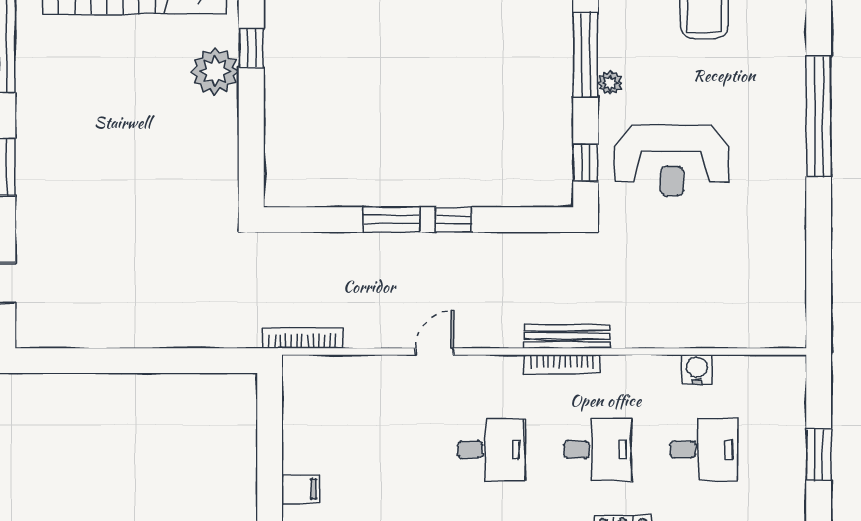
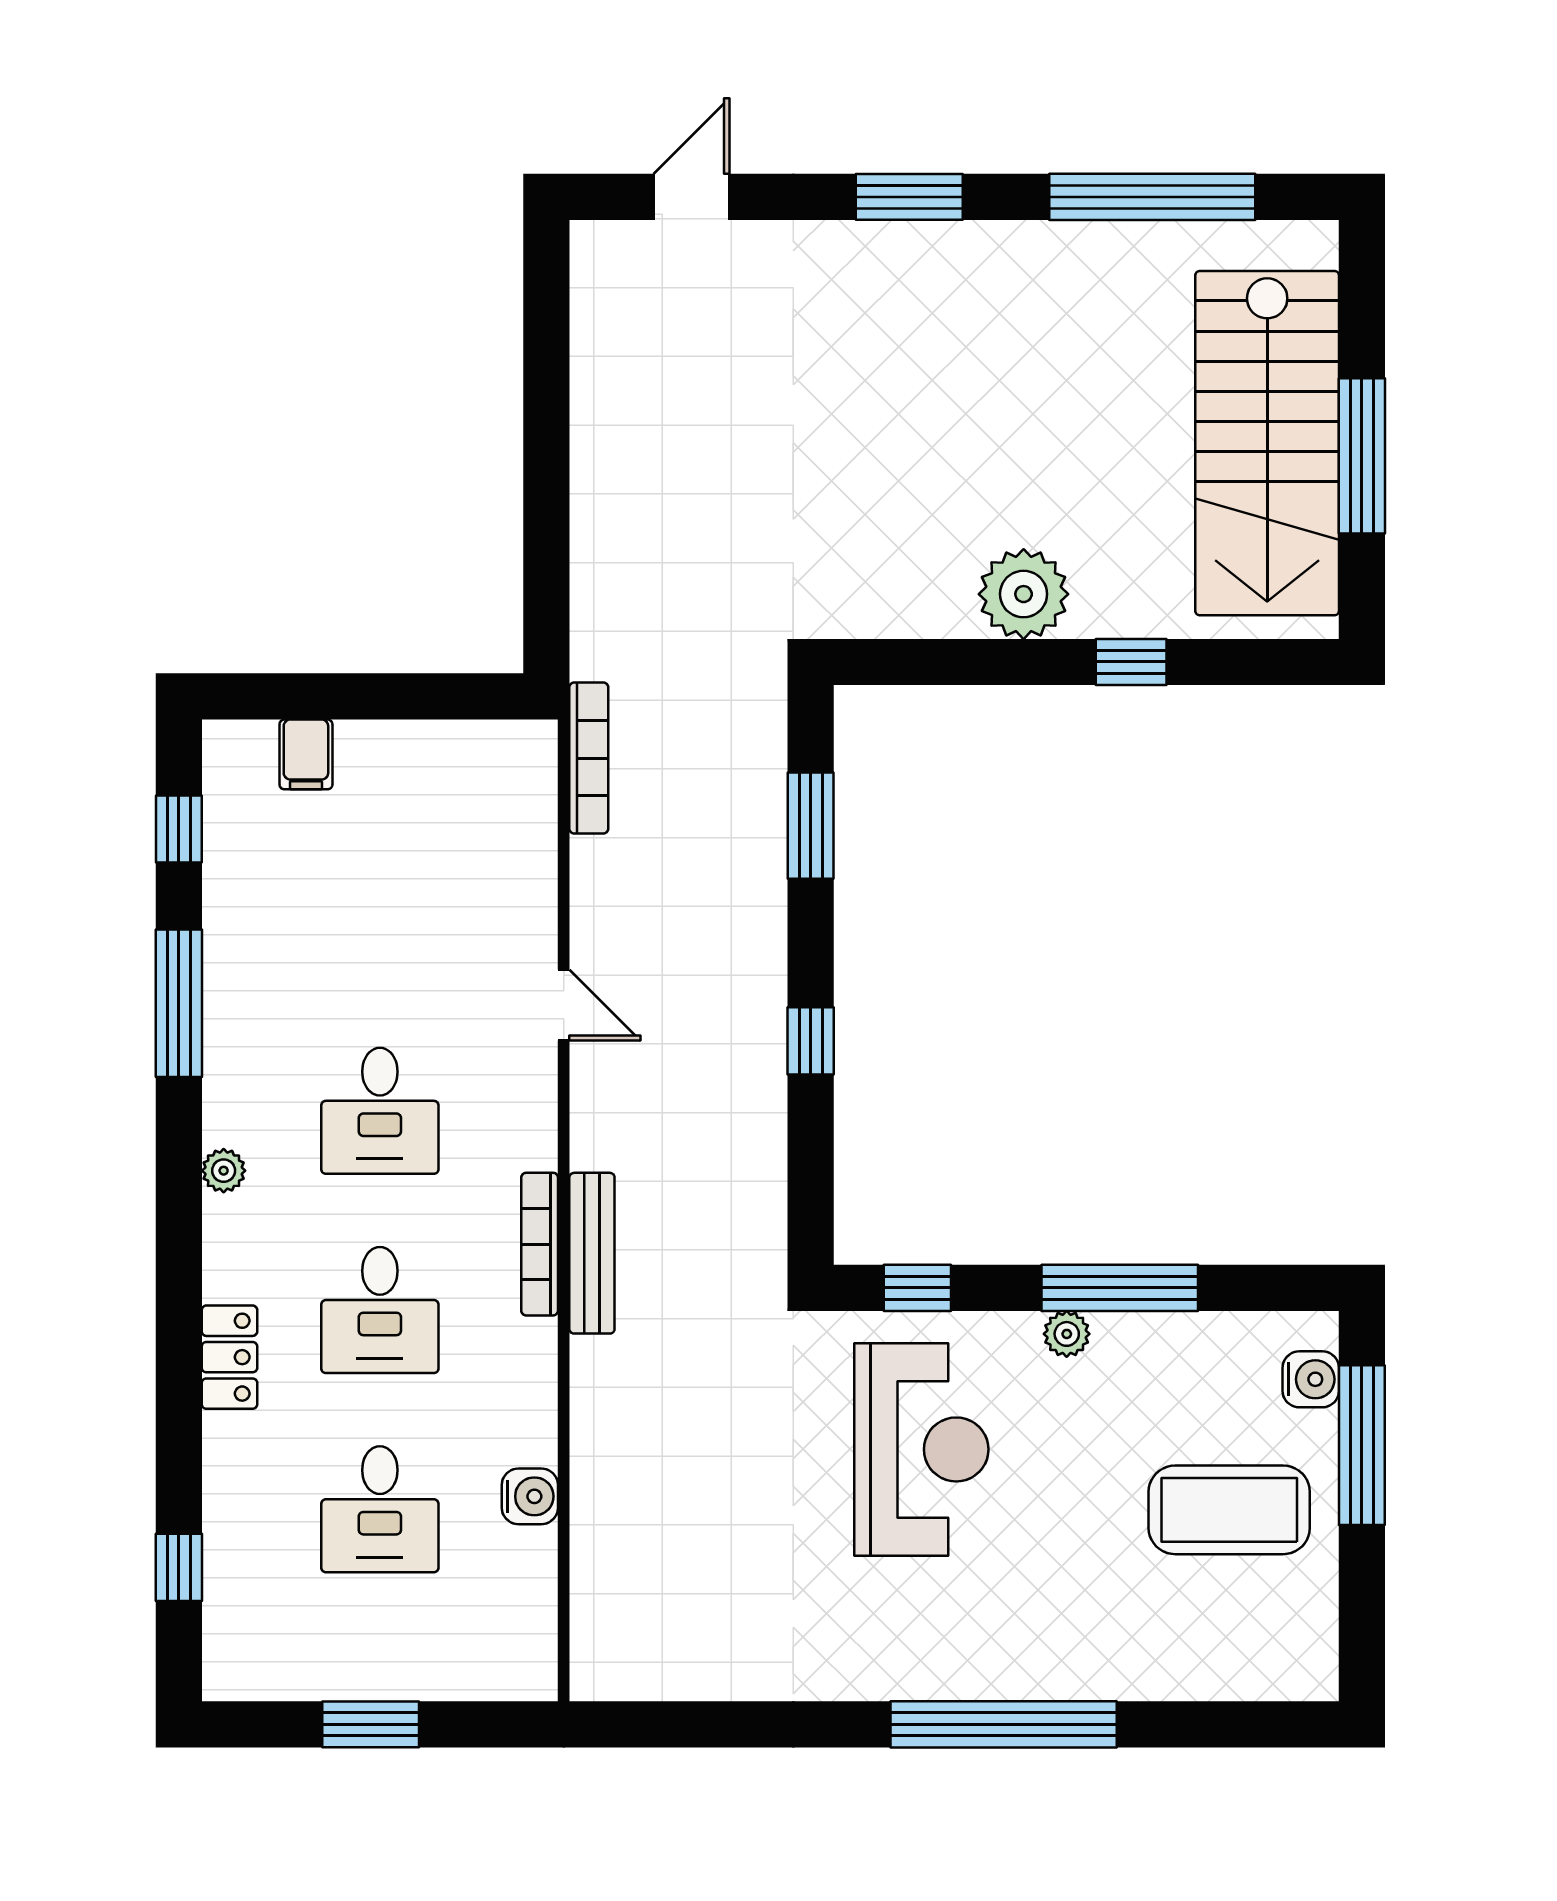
plant: (215, 71) -> (1024, 594), moved
reception desk: (672, 160) -> (921, 1449), turned 180
window: (391, 220) -> (811, 826), moved

